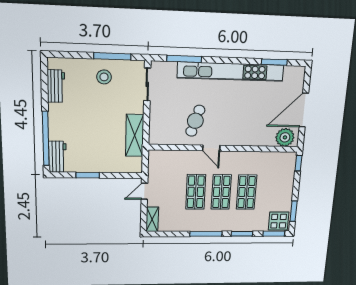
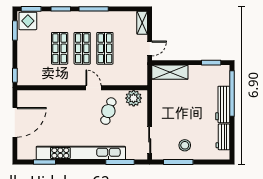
shelving: (135, 135) -> (170, 72), moved, turned 90
plant: (285, 137) -> (134, 98), moved
workbench: (57, 157) -> (223, 104), moved, width x1.38
window: (88, 175) -> (211, 63), moved

